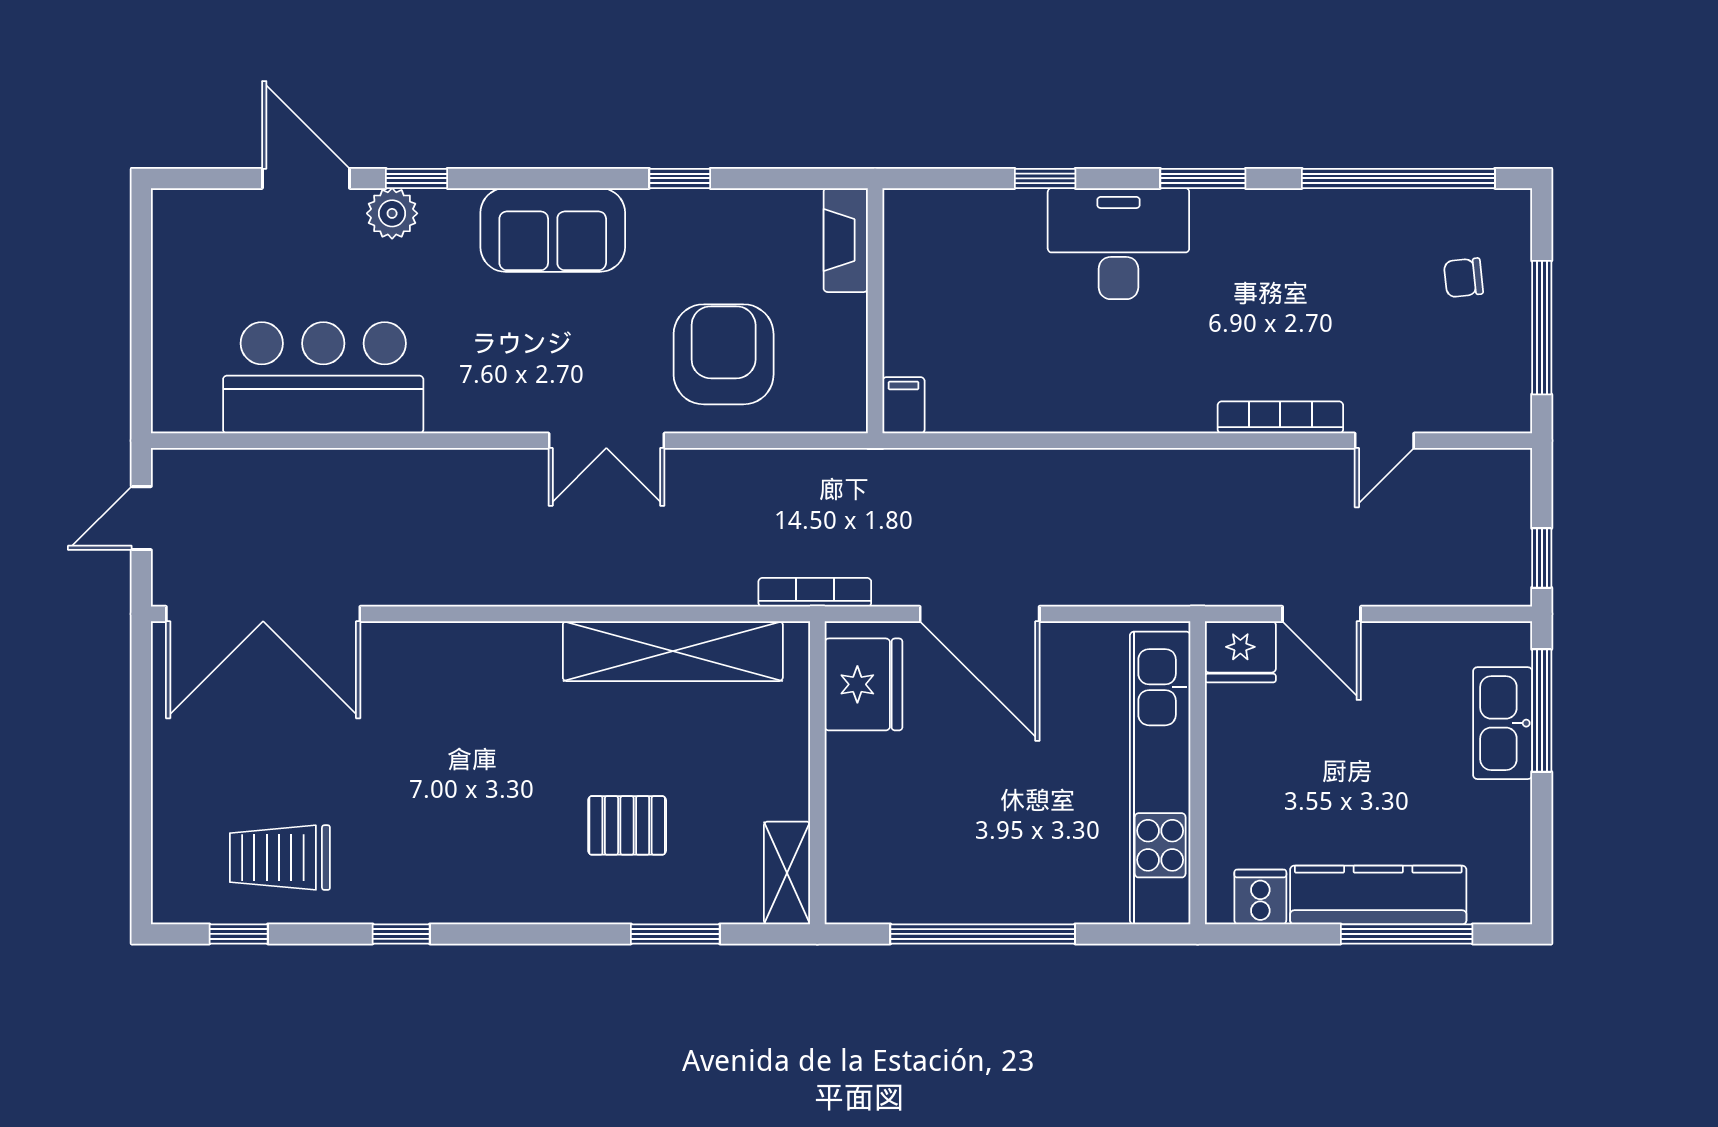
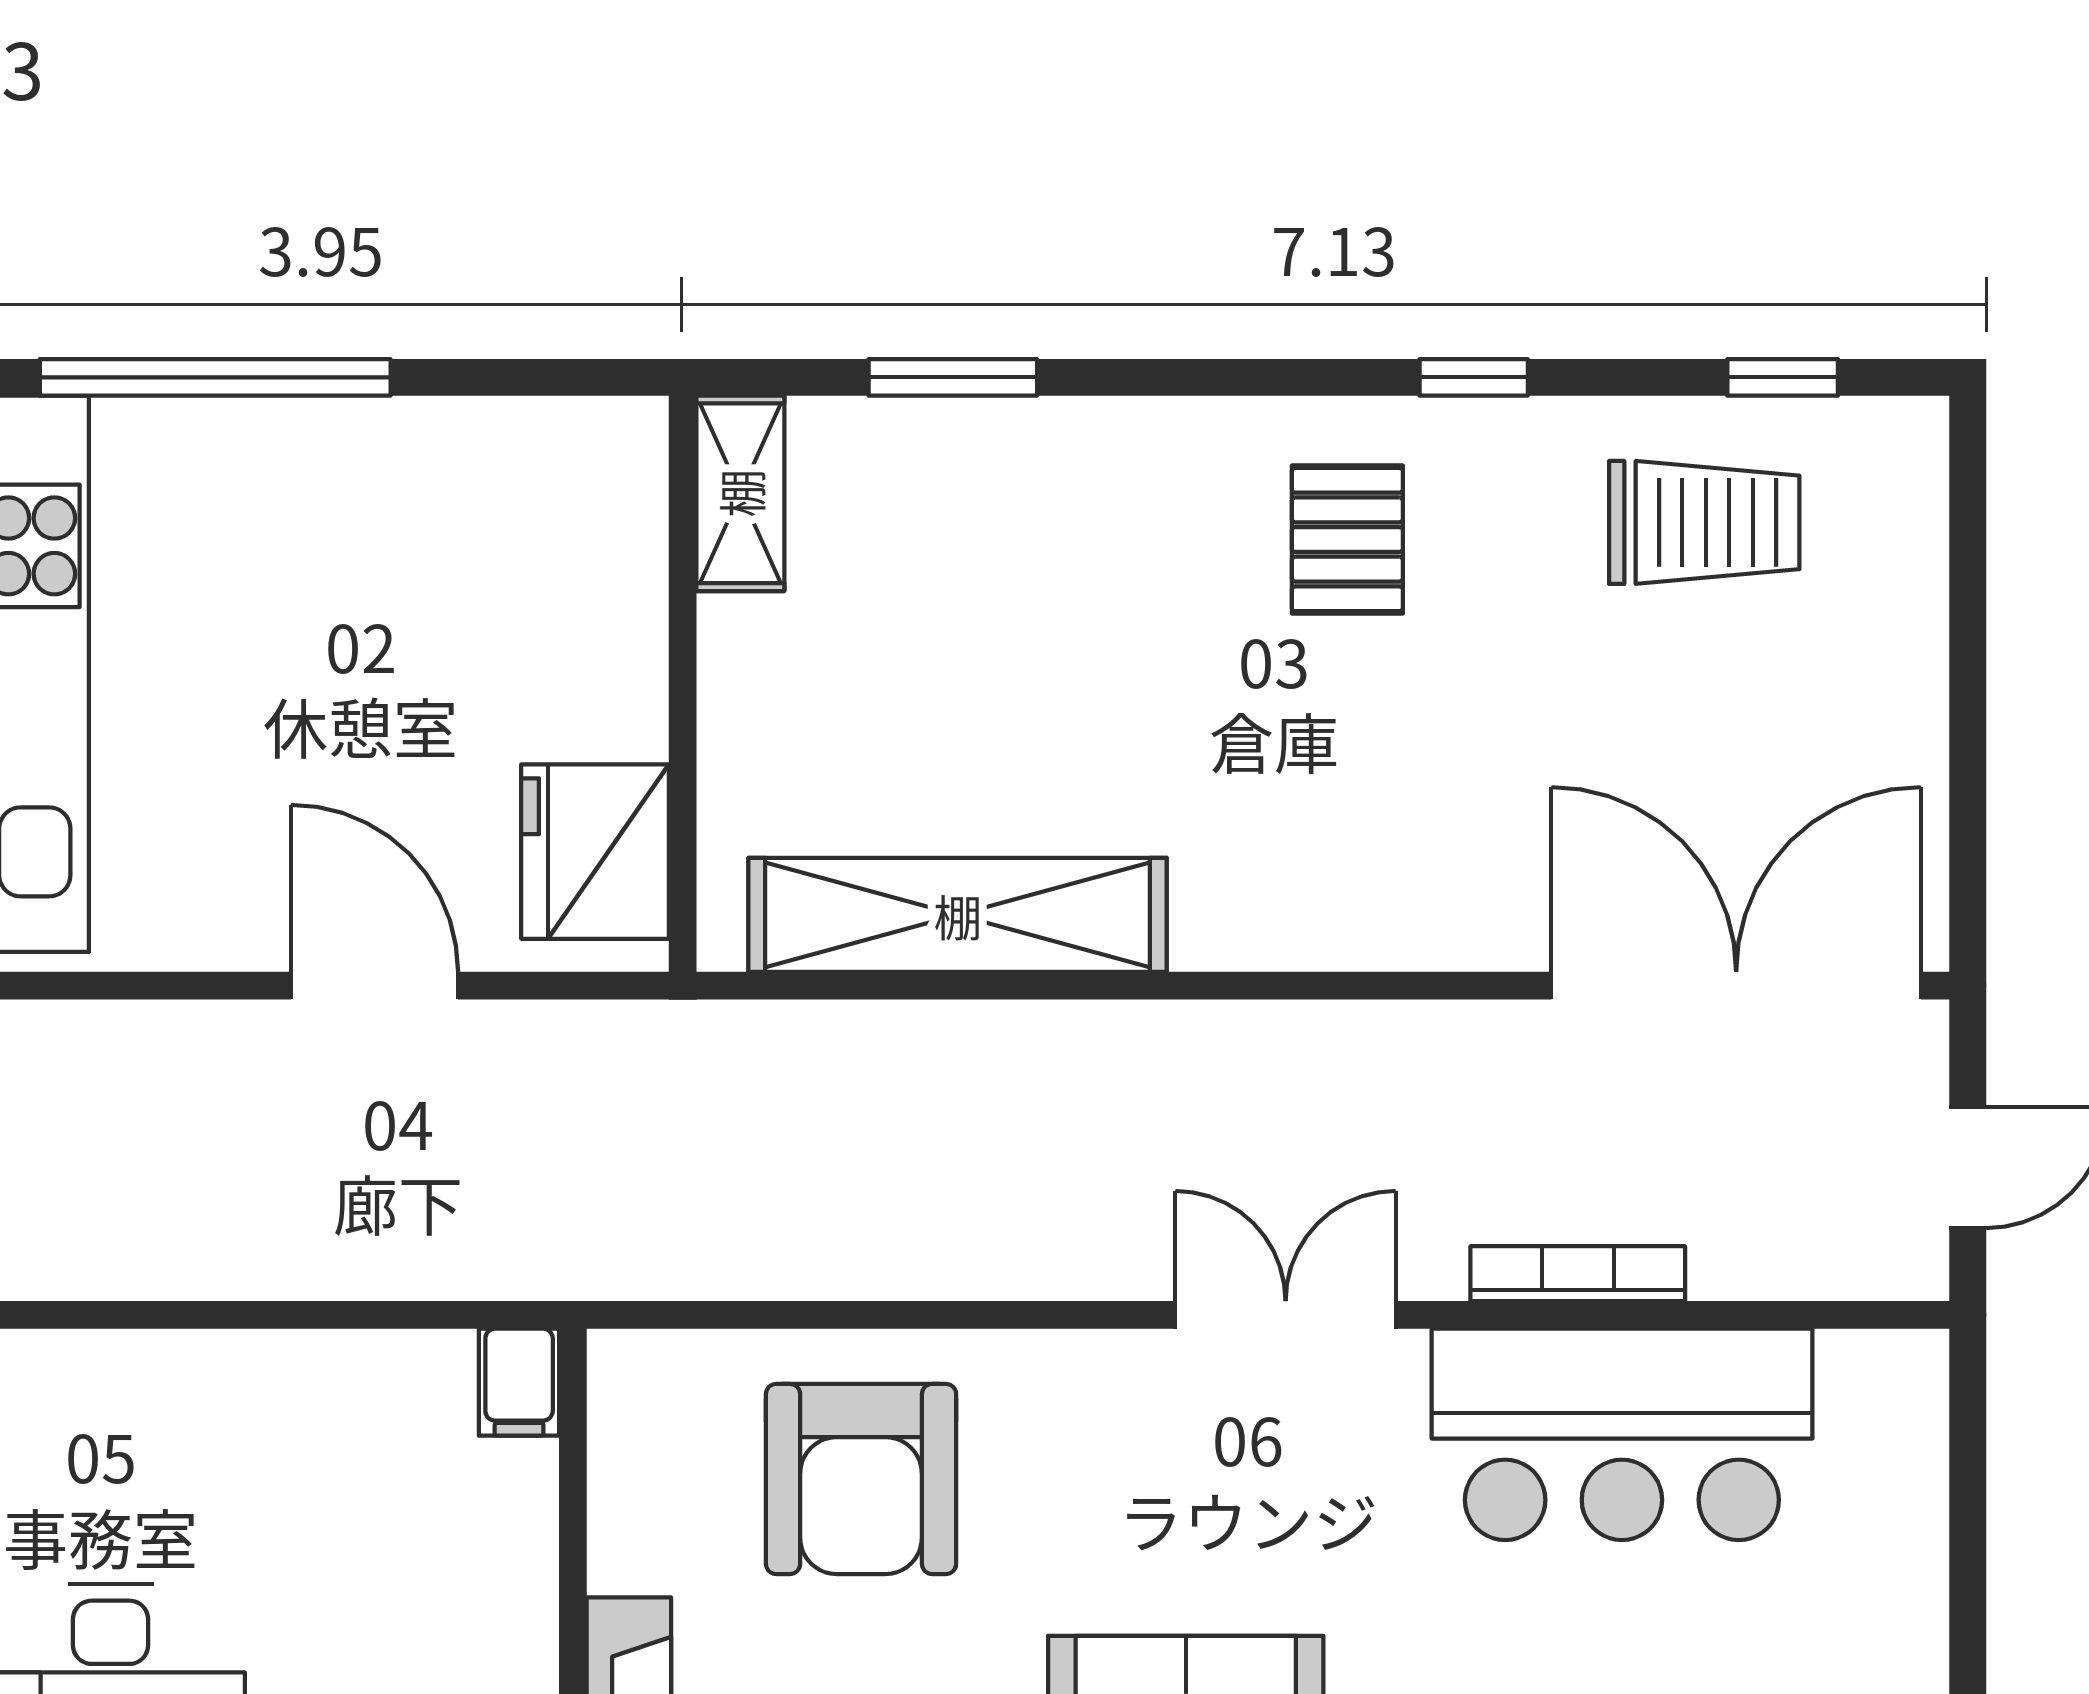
double door: (606, 441) -> (1286, 1315), moved
bookcase: (815, 592) -> (1578, 1274), moved, turned 180
door: (980, 614) -> (374, 986), width x0.73
pallet: (627, 825) -> (1347, 540), moved, turned 90
window: (983, 934) -> (215, 377), moved

